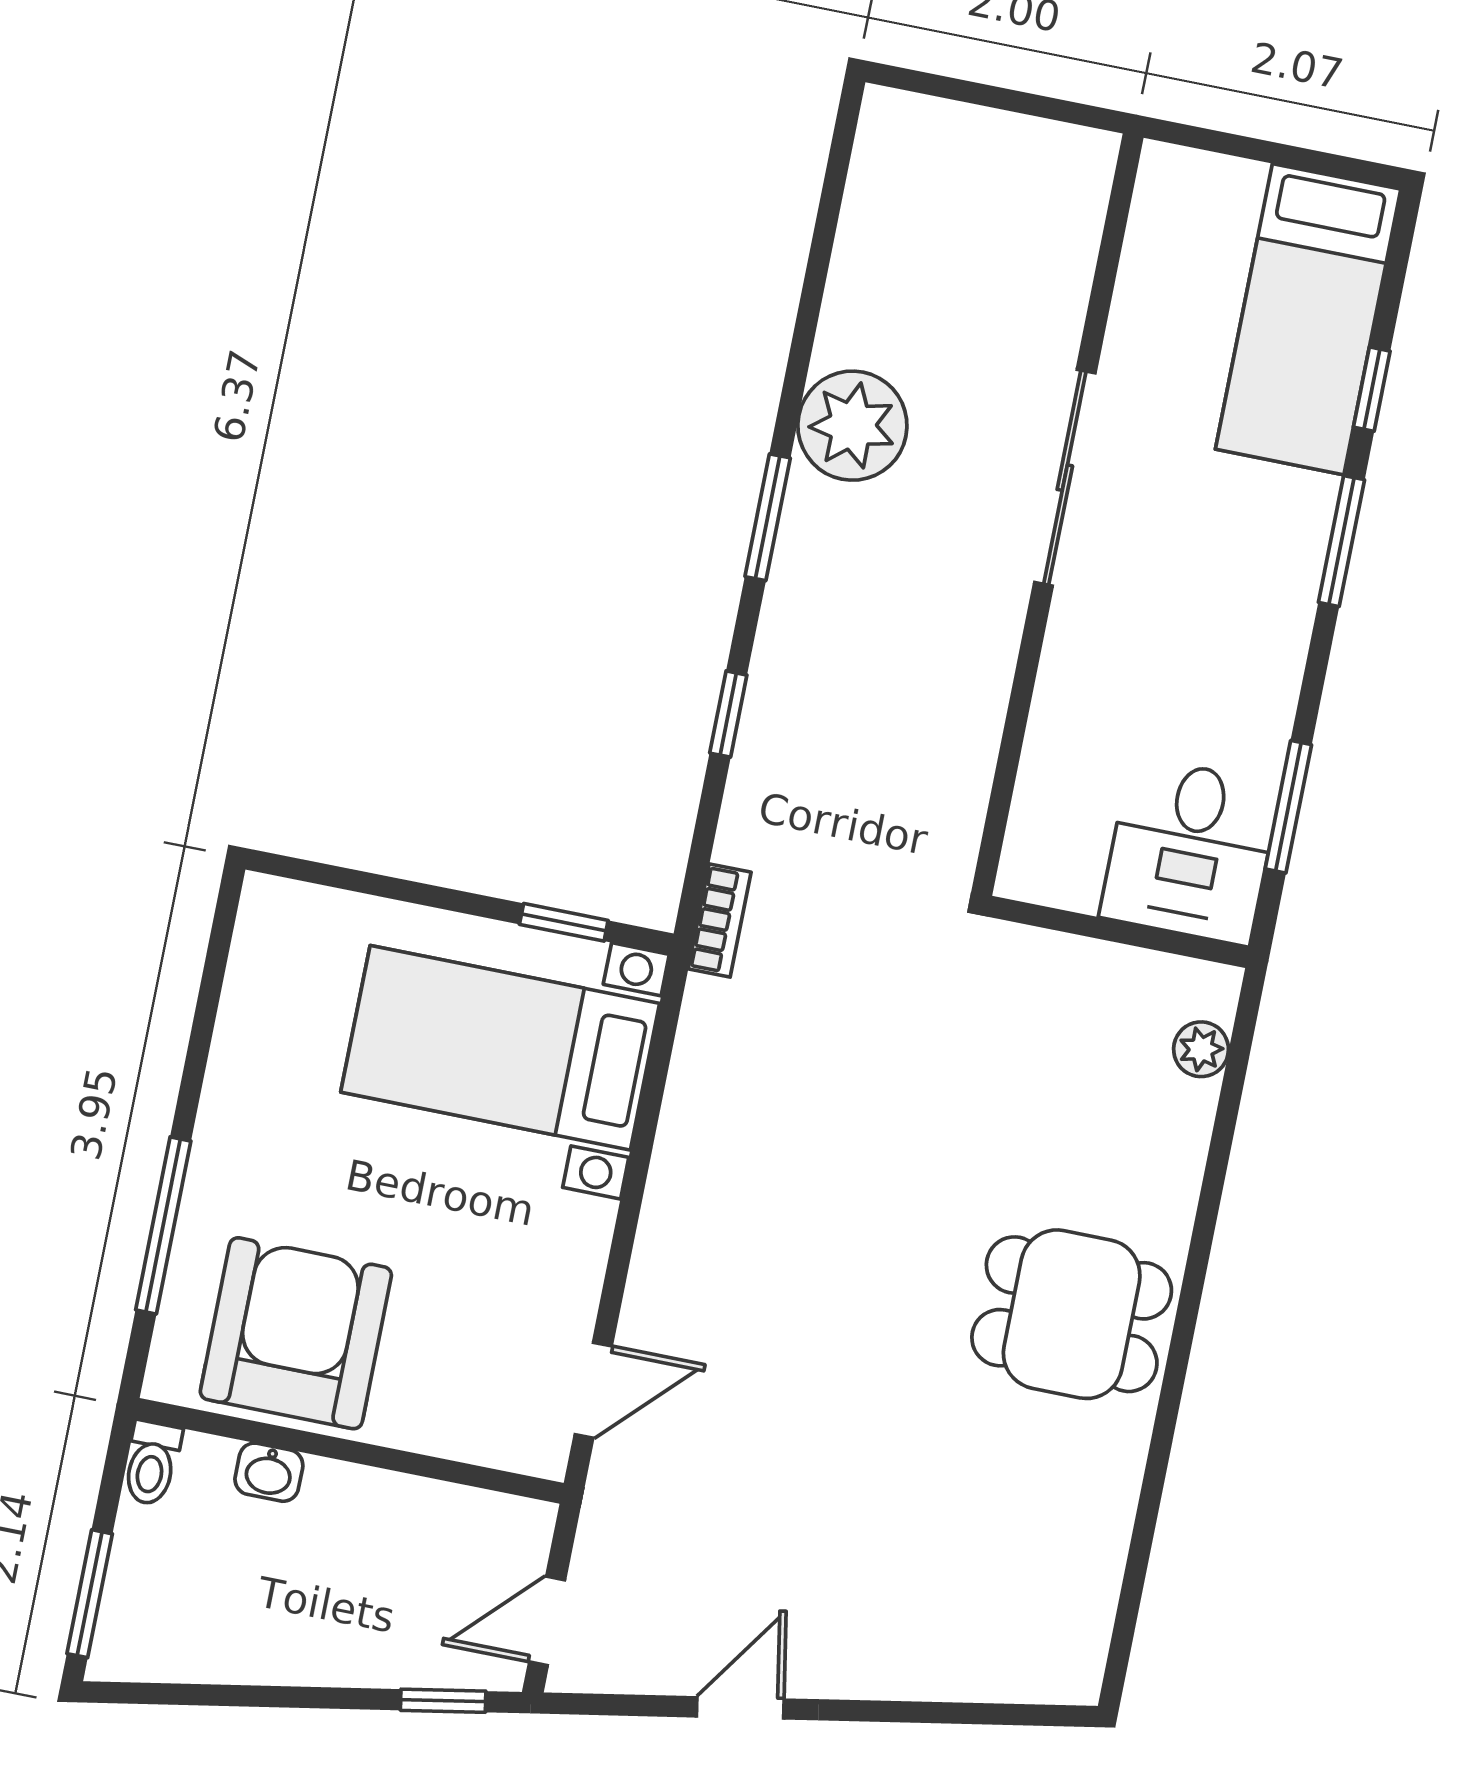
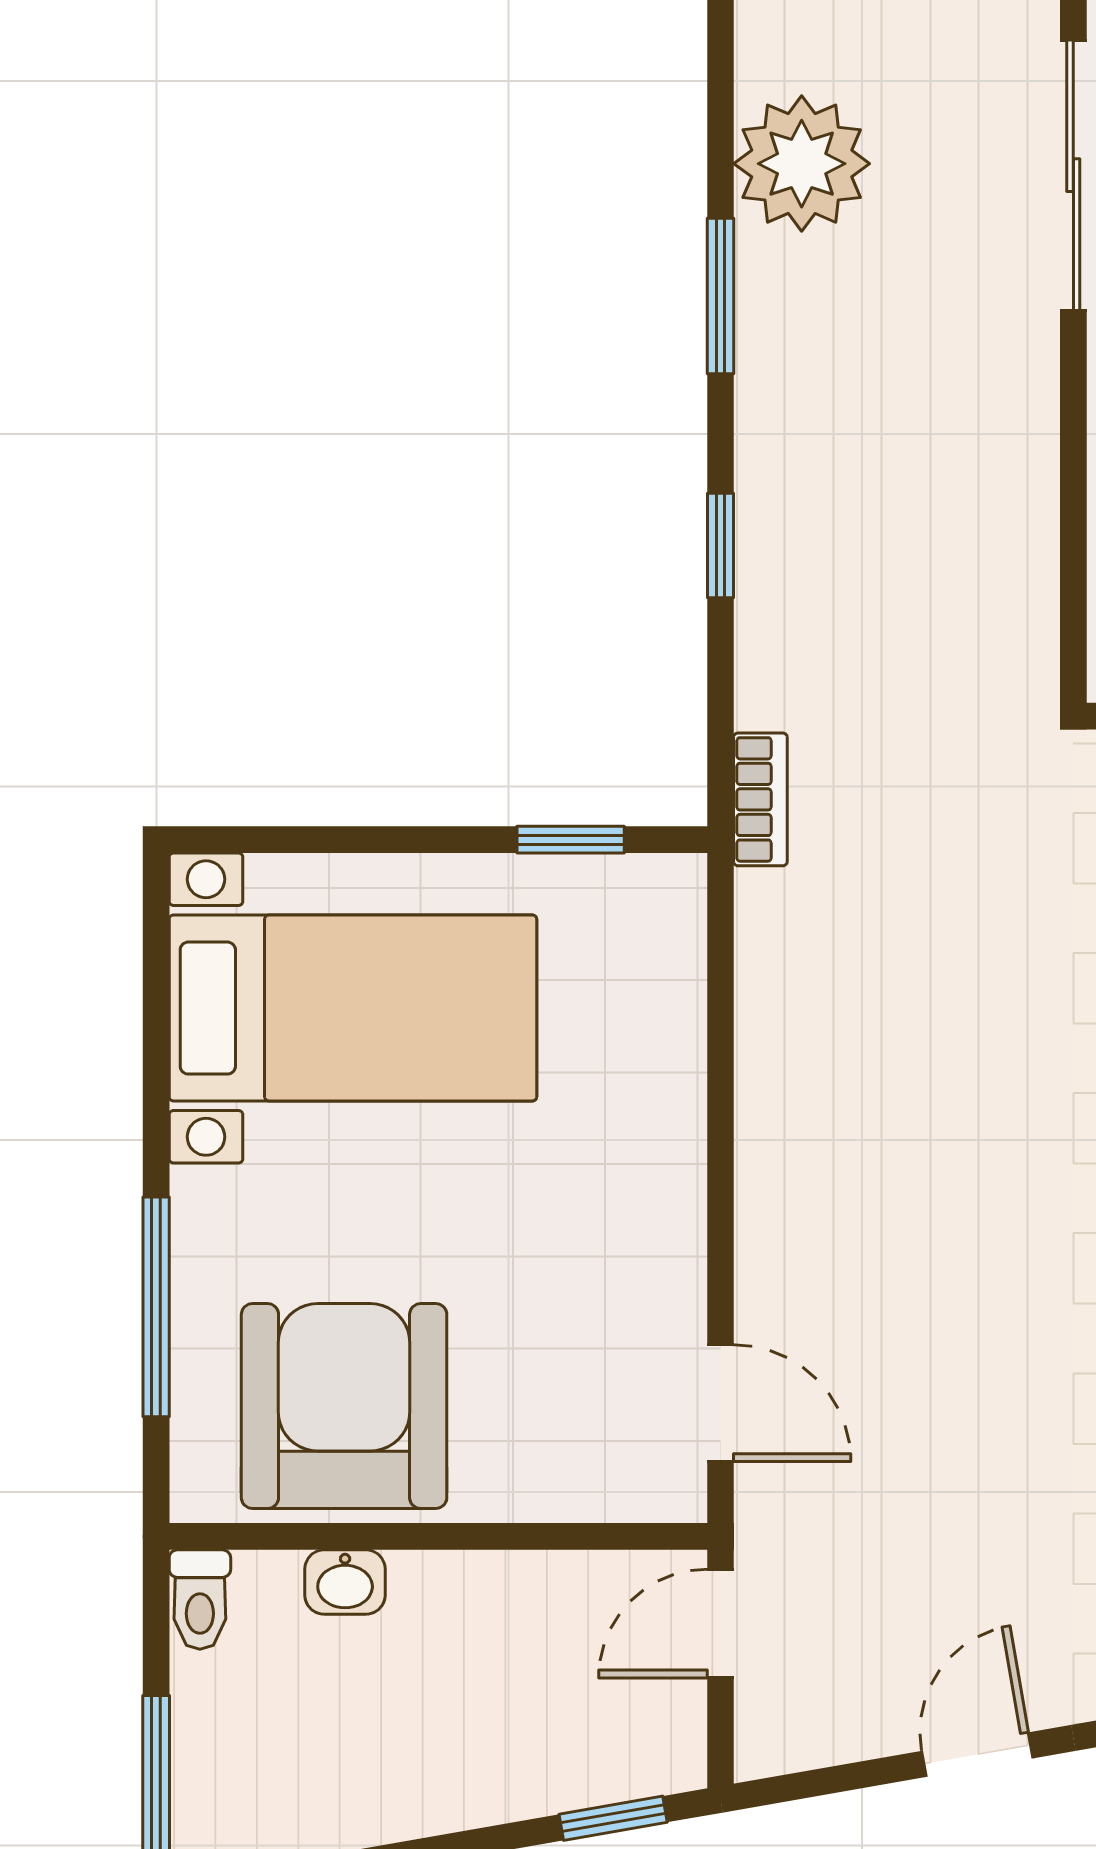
bed with nightstands: (500, 1048) -> (353, 1008), moved, turned 180
door: (593, 1390) -> (721, 1403), hinge flipped
door: (547, 1621) -> (721, 1624), moved

